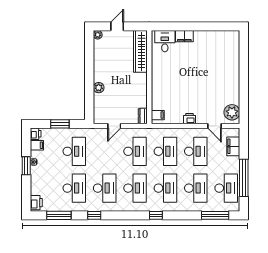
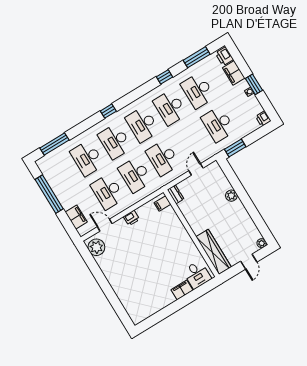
window: (60, 124) -> (235, 148), moved
filing cabinet: (37, 145) -> (234, 73), moved, width x2.00
desk: (226, 188) -> (60, 175), removed

